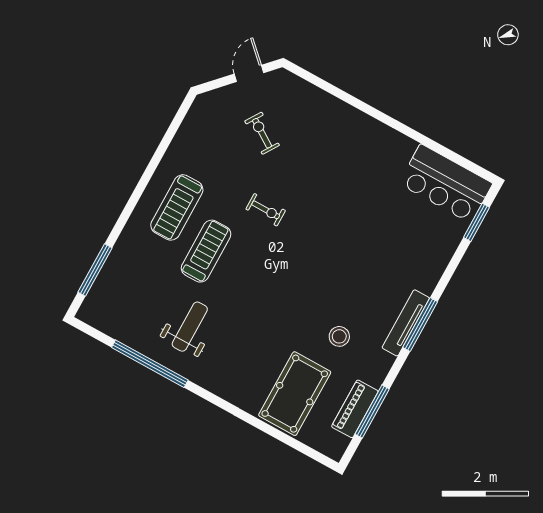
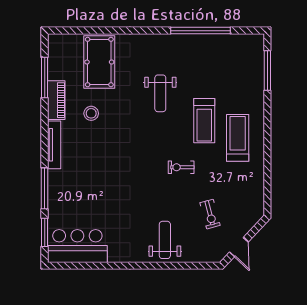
weight bench: (335, 132) -> (165, 240), added
exercise bike: (262, 133) -> (210, 214), turned 42
window: (420, 324) -> (45, 188), moved
weight bench: (190, 327) -> (160, 93), moved
piano: (355, 409) -> (56, 100), moved

